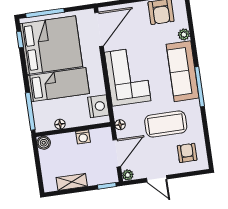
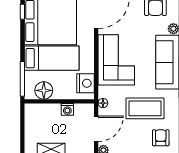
floor lamp: (60, 124) -> (44, 90), width x1.89, depth x1.89
boiler: (44, 143) -> (31, 109), removed

